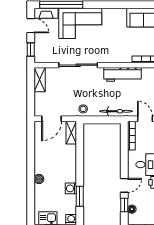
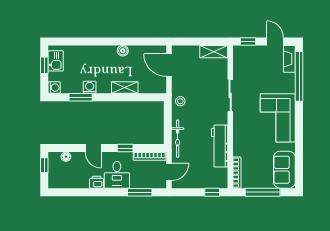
corner sofa: (80, 23) -> (278, 118), moved
door: (31, 26) -> (275, 41), swing flipped
sliding door: (78, 65) -> (230, 95), width x0.73
shelving: (71, 133) -> (125, 88), moved
boiler: (39, 179) -> (123, 51), moved
window: (124, 205) -> (125, 148), moved

